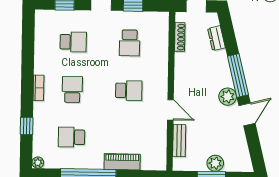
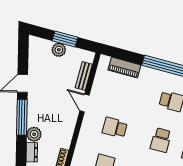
plant: (228, 97) -> (34, 134), moved
piano: (122, 162) -> (124, 67), moved

